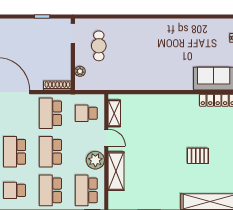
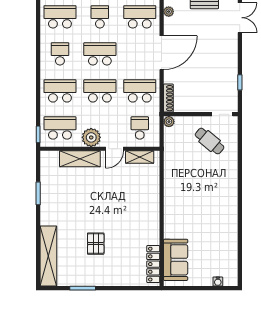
cafe table: (99, 46) -> (210, 141), turned 40
plant: (80, 71) -> (169, 122), moved

